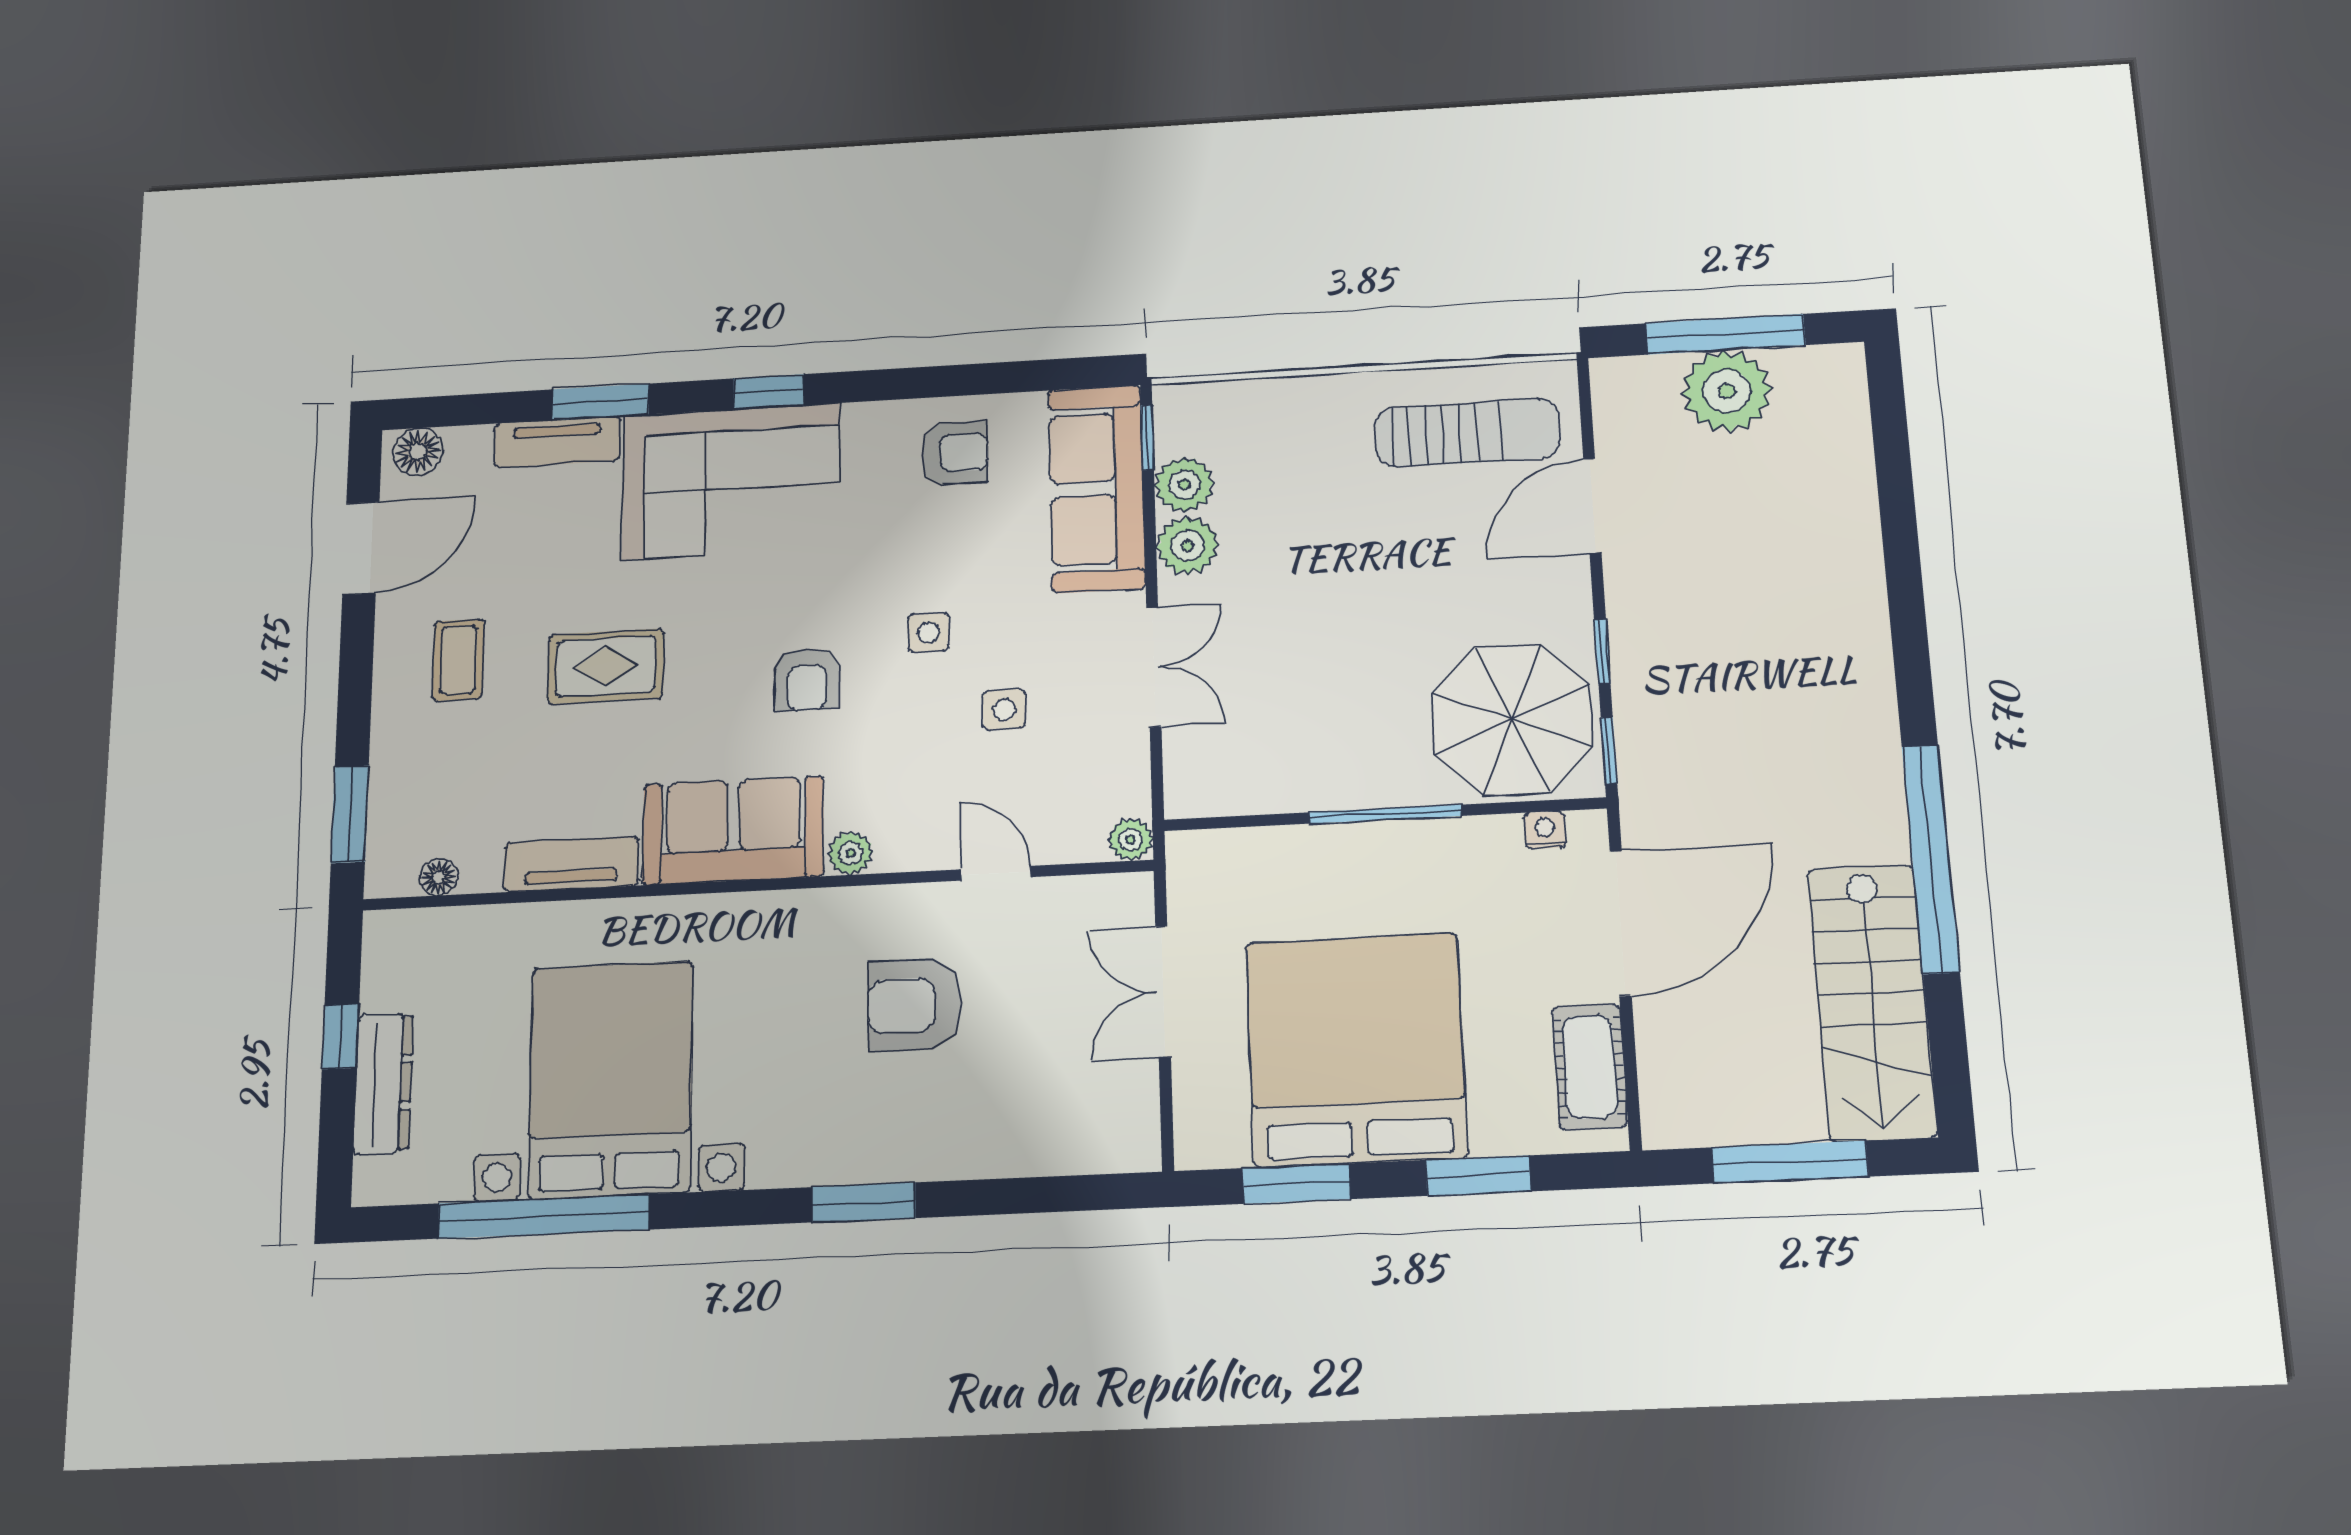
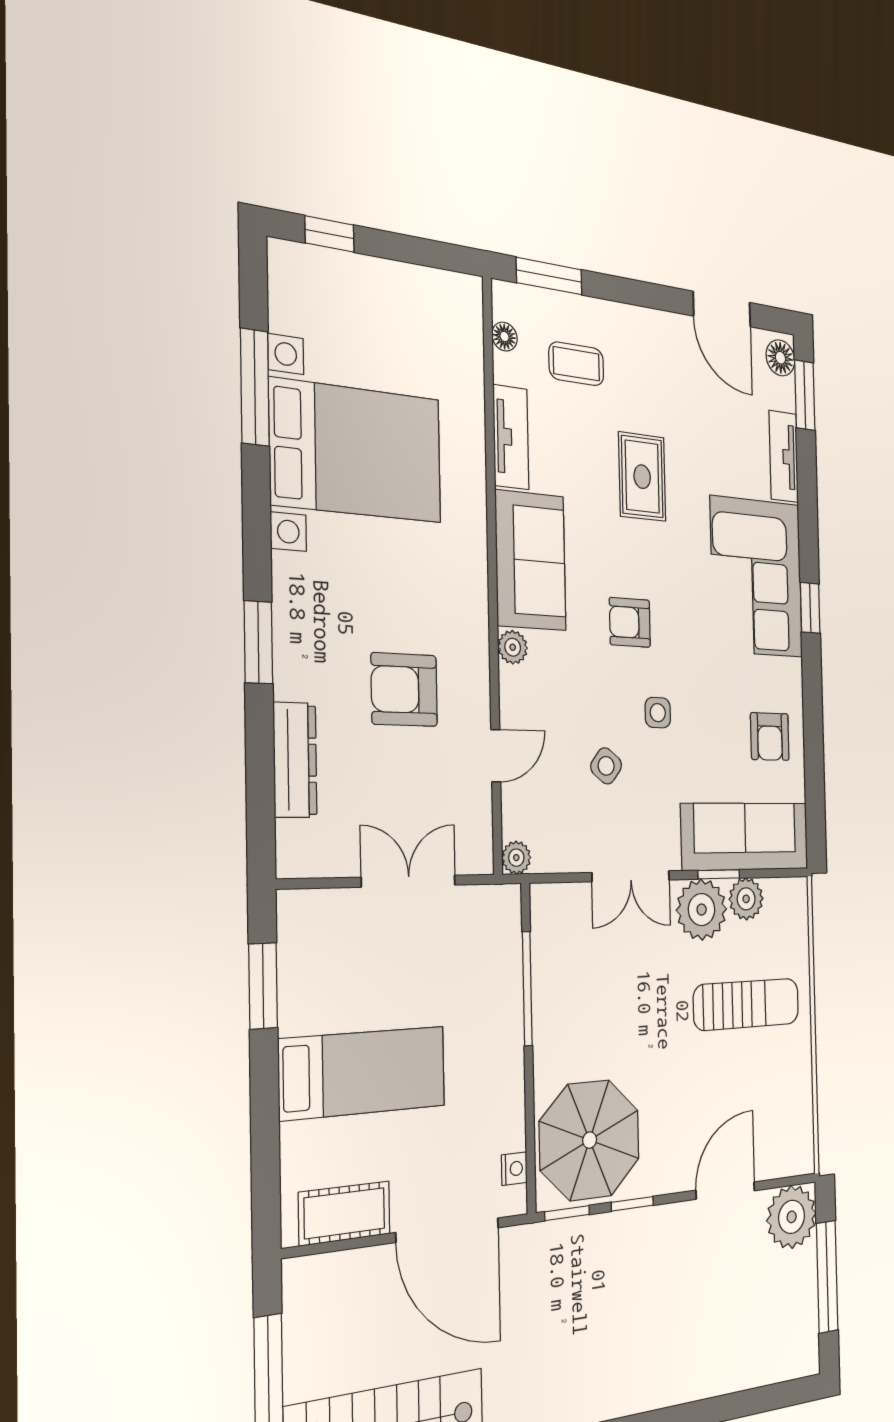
plant: (1727, 391) -> (792, 1217), moved
window: (600, 402) -> (805, 395), moved
sun lounger: (1467, 433) -> (747, 1004), moved, turned -90
window: (1147, 438) -> (719, 874), moved
door: (1592, 506) -> (725, 1191), hinge flipped
plant: (1188, 546) -> (702, 910), width x1.36, depth x1.36
coffee table: (458, 660) -> (576, 364), moved
side table: (1004, 710) -> (606, 766), turned 38
window: (1385, 814) -> (527, 989), moved
armchair: (914, 1005) -> (404, 690), turned -90
window: (341, 1036) -> (330, 234), moved
bed: (1356, 1050) -> (363, 1073), width x0.49
dresser: (383, 1083) -> (295, 760), moved, turned -90
window: (1478, 1176) -> (265, 1130), removed
window: (543, 1216) -> (255, 387), width x0.68

